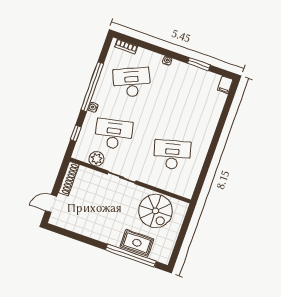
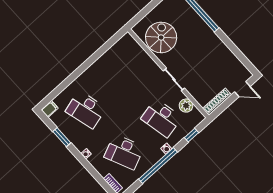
desk: (172, 155) -> (86, 110), moved
rug: (137, 243) -> (190, 20), removed

